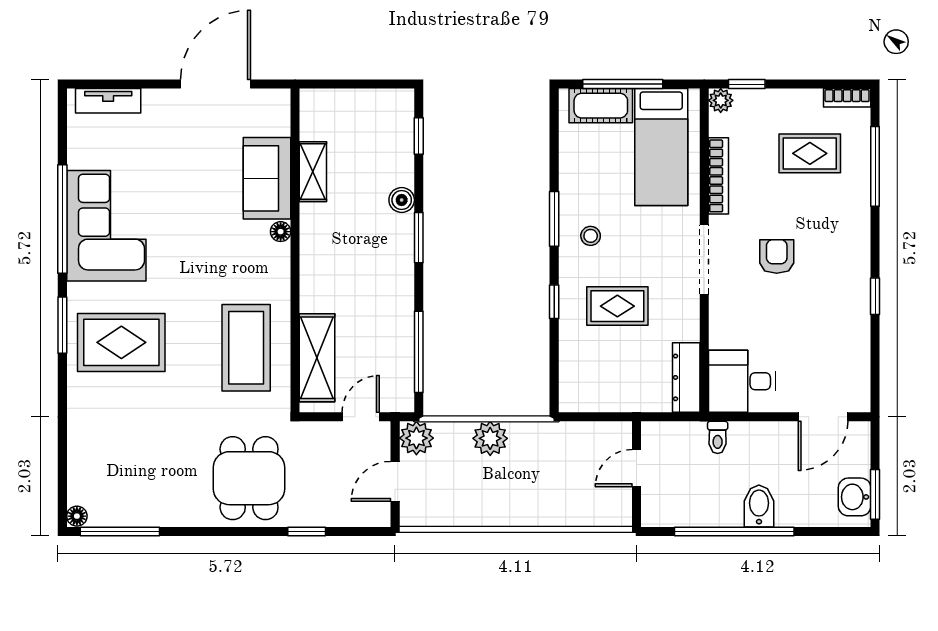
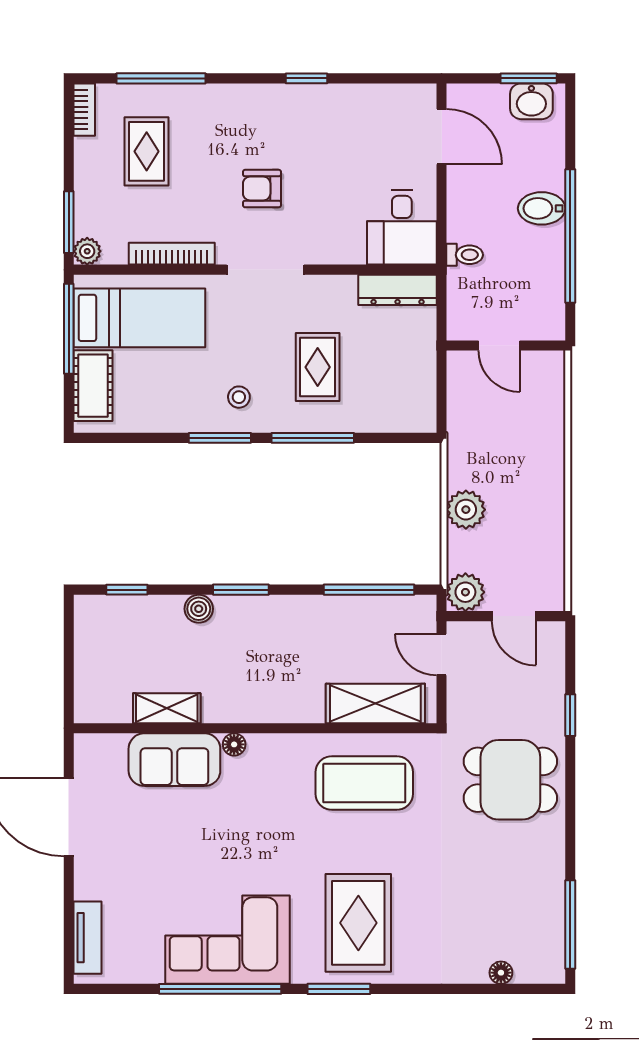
window: (623, 84) -> (69, 329), moved
window: (747, 84) -> (69, 222), width x1.50
window: (554, 302) -> (313, 438), width x2.17
floor lamp: (77, 516) -> (501, 973), moved

